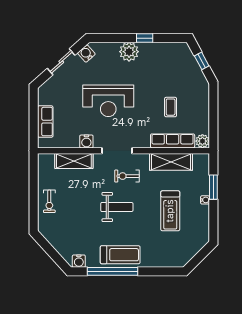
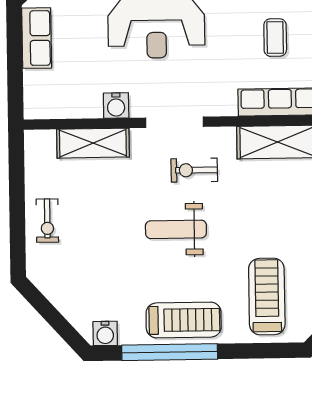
row of seats: (45, 122) -> (37, 38), moved
weight bench: (117, 207) -> (176, 229), turned 180
treadmill: (170, 211) -> (267, 297), moved, turned 180

